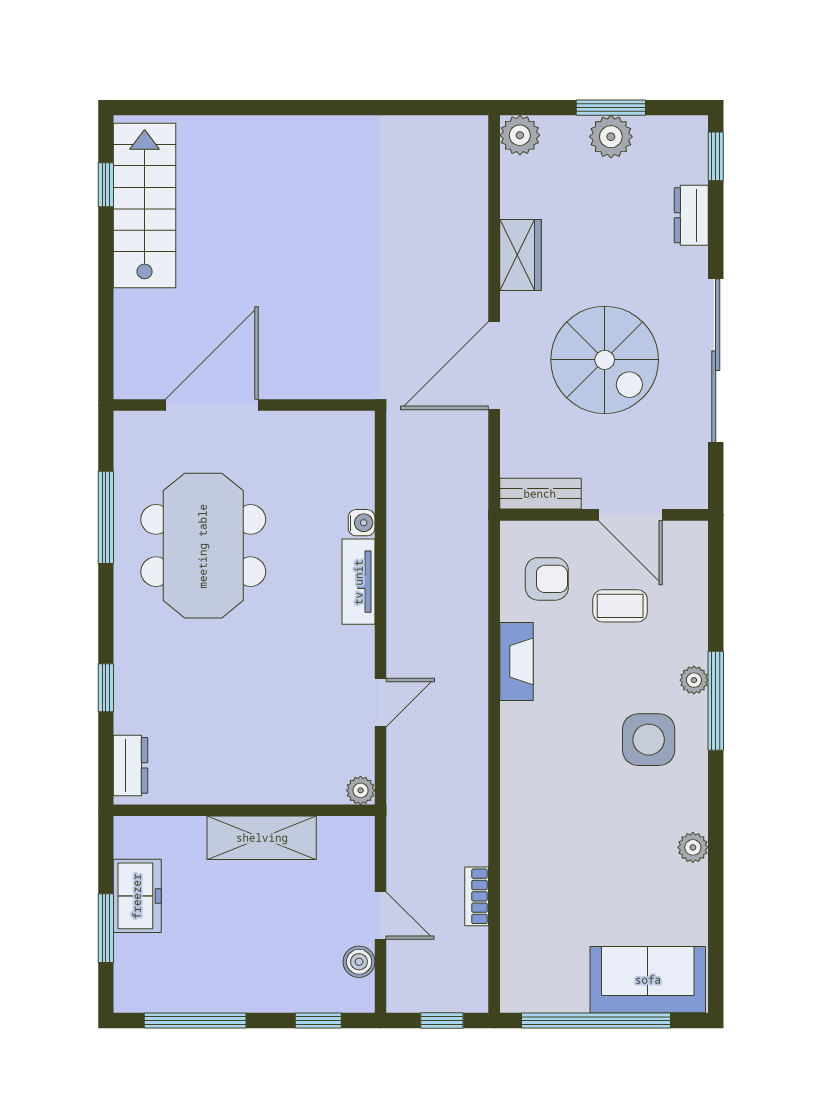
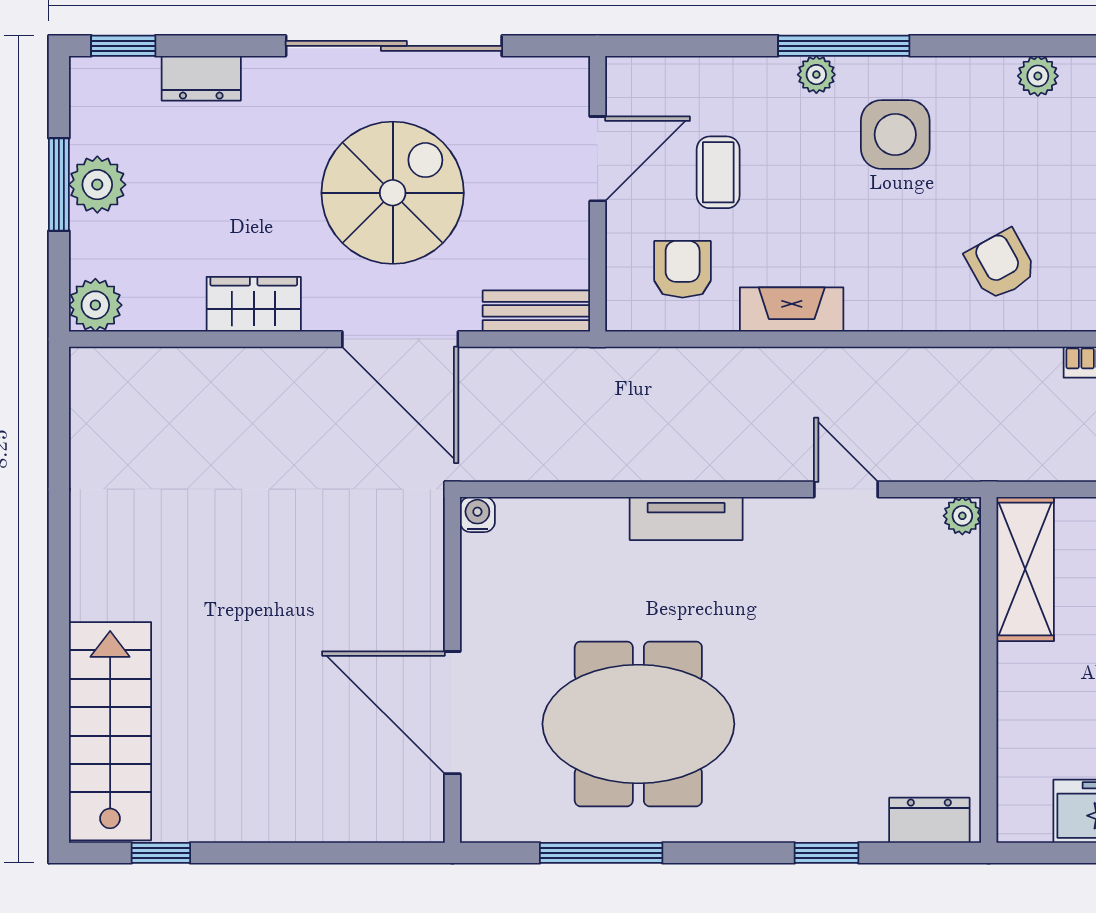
stairs: (145, 206) -> (110, 731), moved, turned 90
bench: (540, 494) -> (536, 311), moved, turned 90
water cooler: (362, 523) -> (477, 514), moved
armchair: (550, 820) -> (1001, 265), added
shelving: (262, 838) -> (1025, 569), moved

